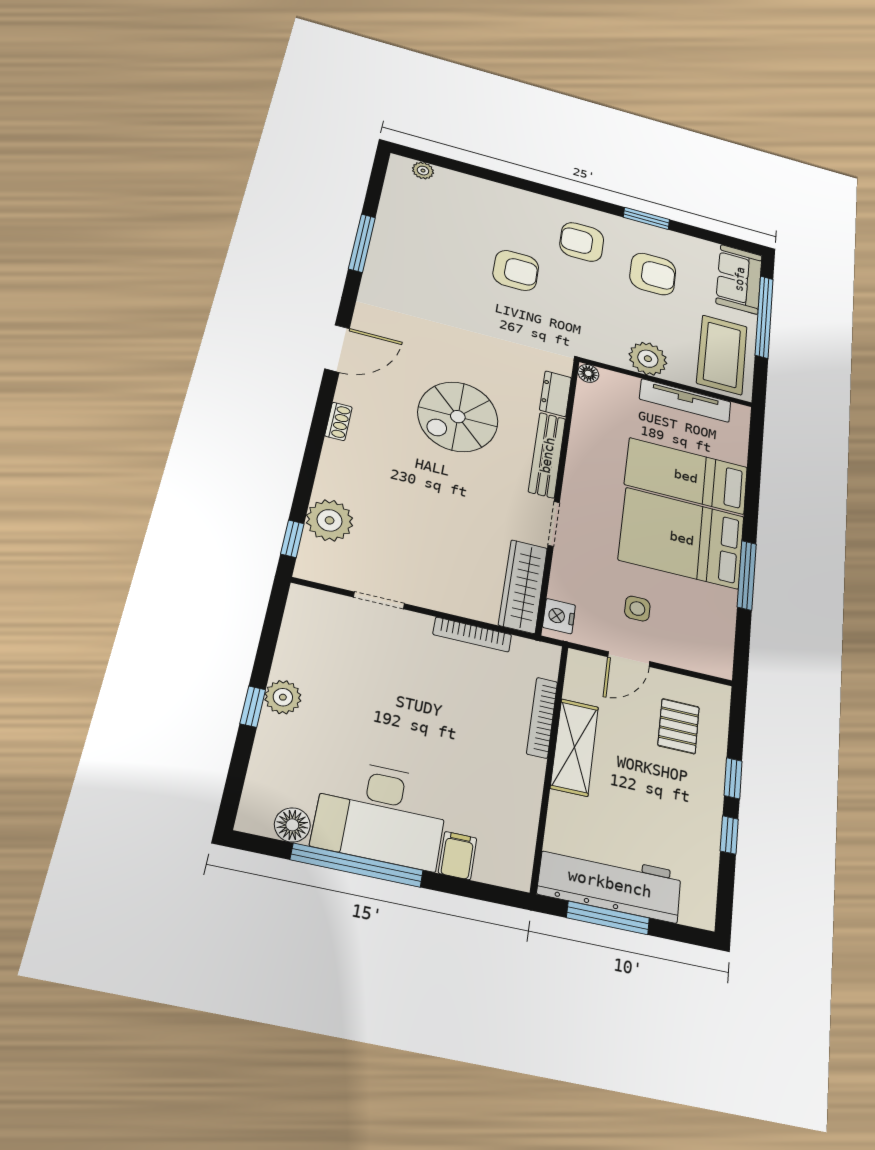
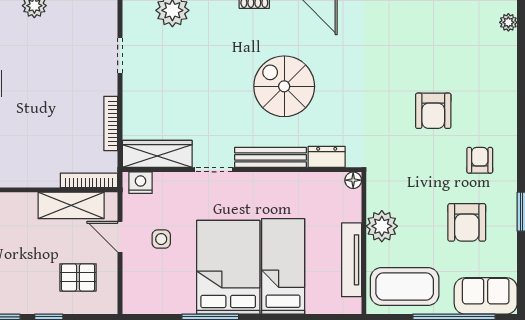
armchair: (582, 242) -> (480, 160), width x0.72, depth x0.72
bookcase: (542, 718) -> (89, 180), moved
shelving: (574, 747) -> (71, 205), moved

